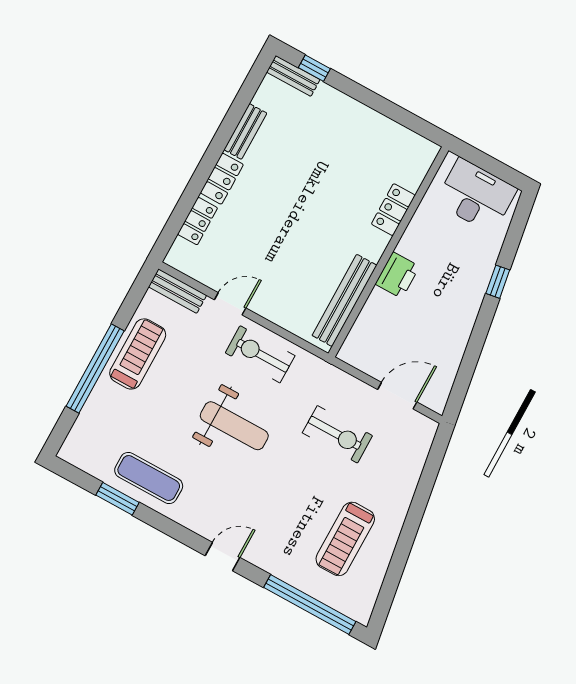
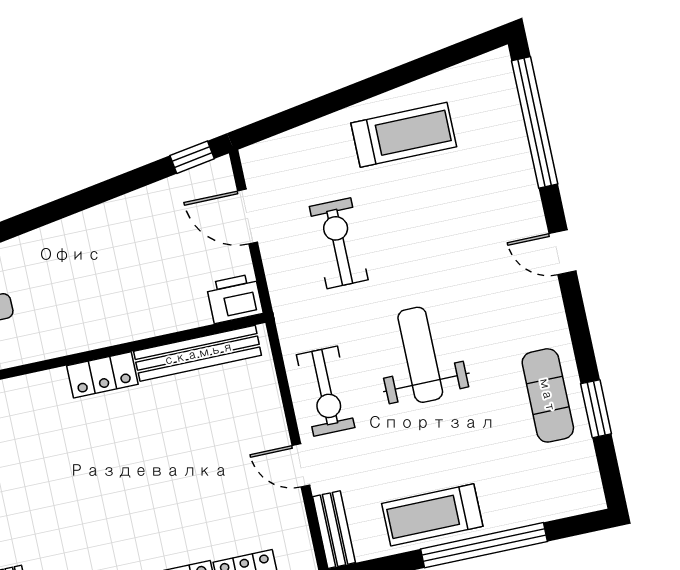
locker: (393, 210) -> (102, 375), moved
printer: (397, 275) -> (235, 298), moved
window: (498, 282) -> (192, 157), moved
treadmill: (345, 539) -> (404, 135), moved

